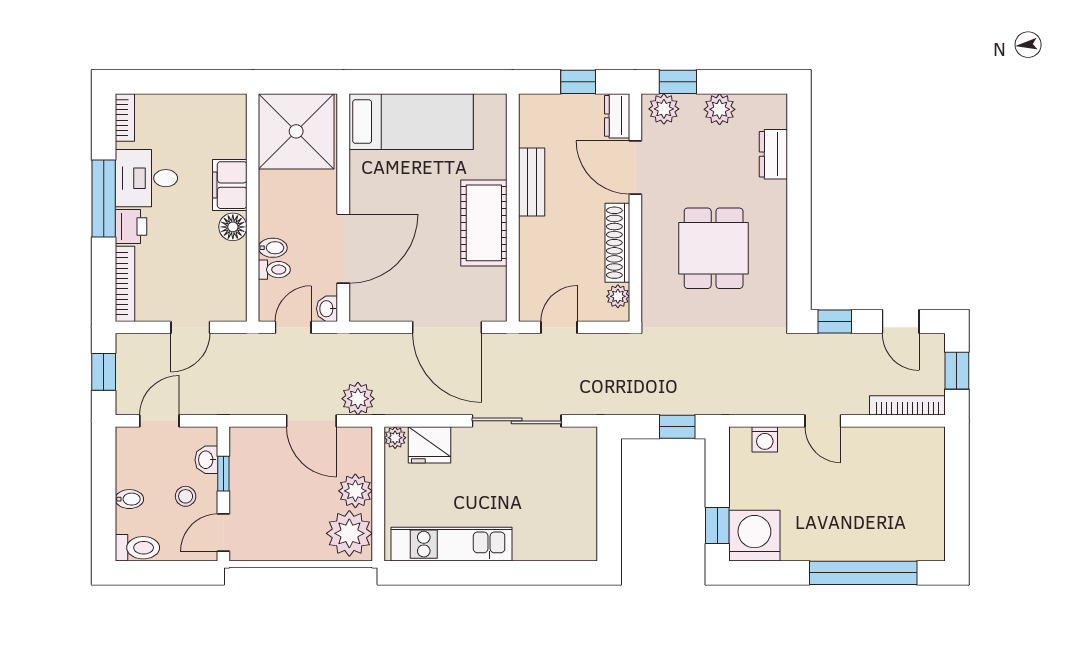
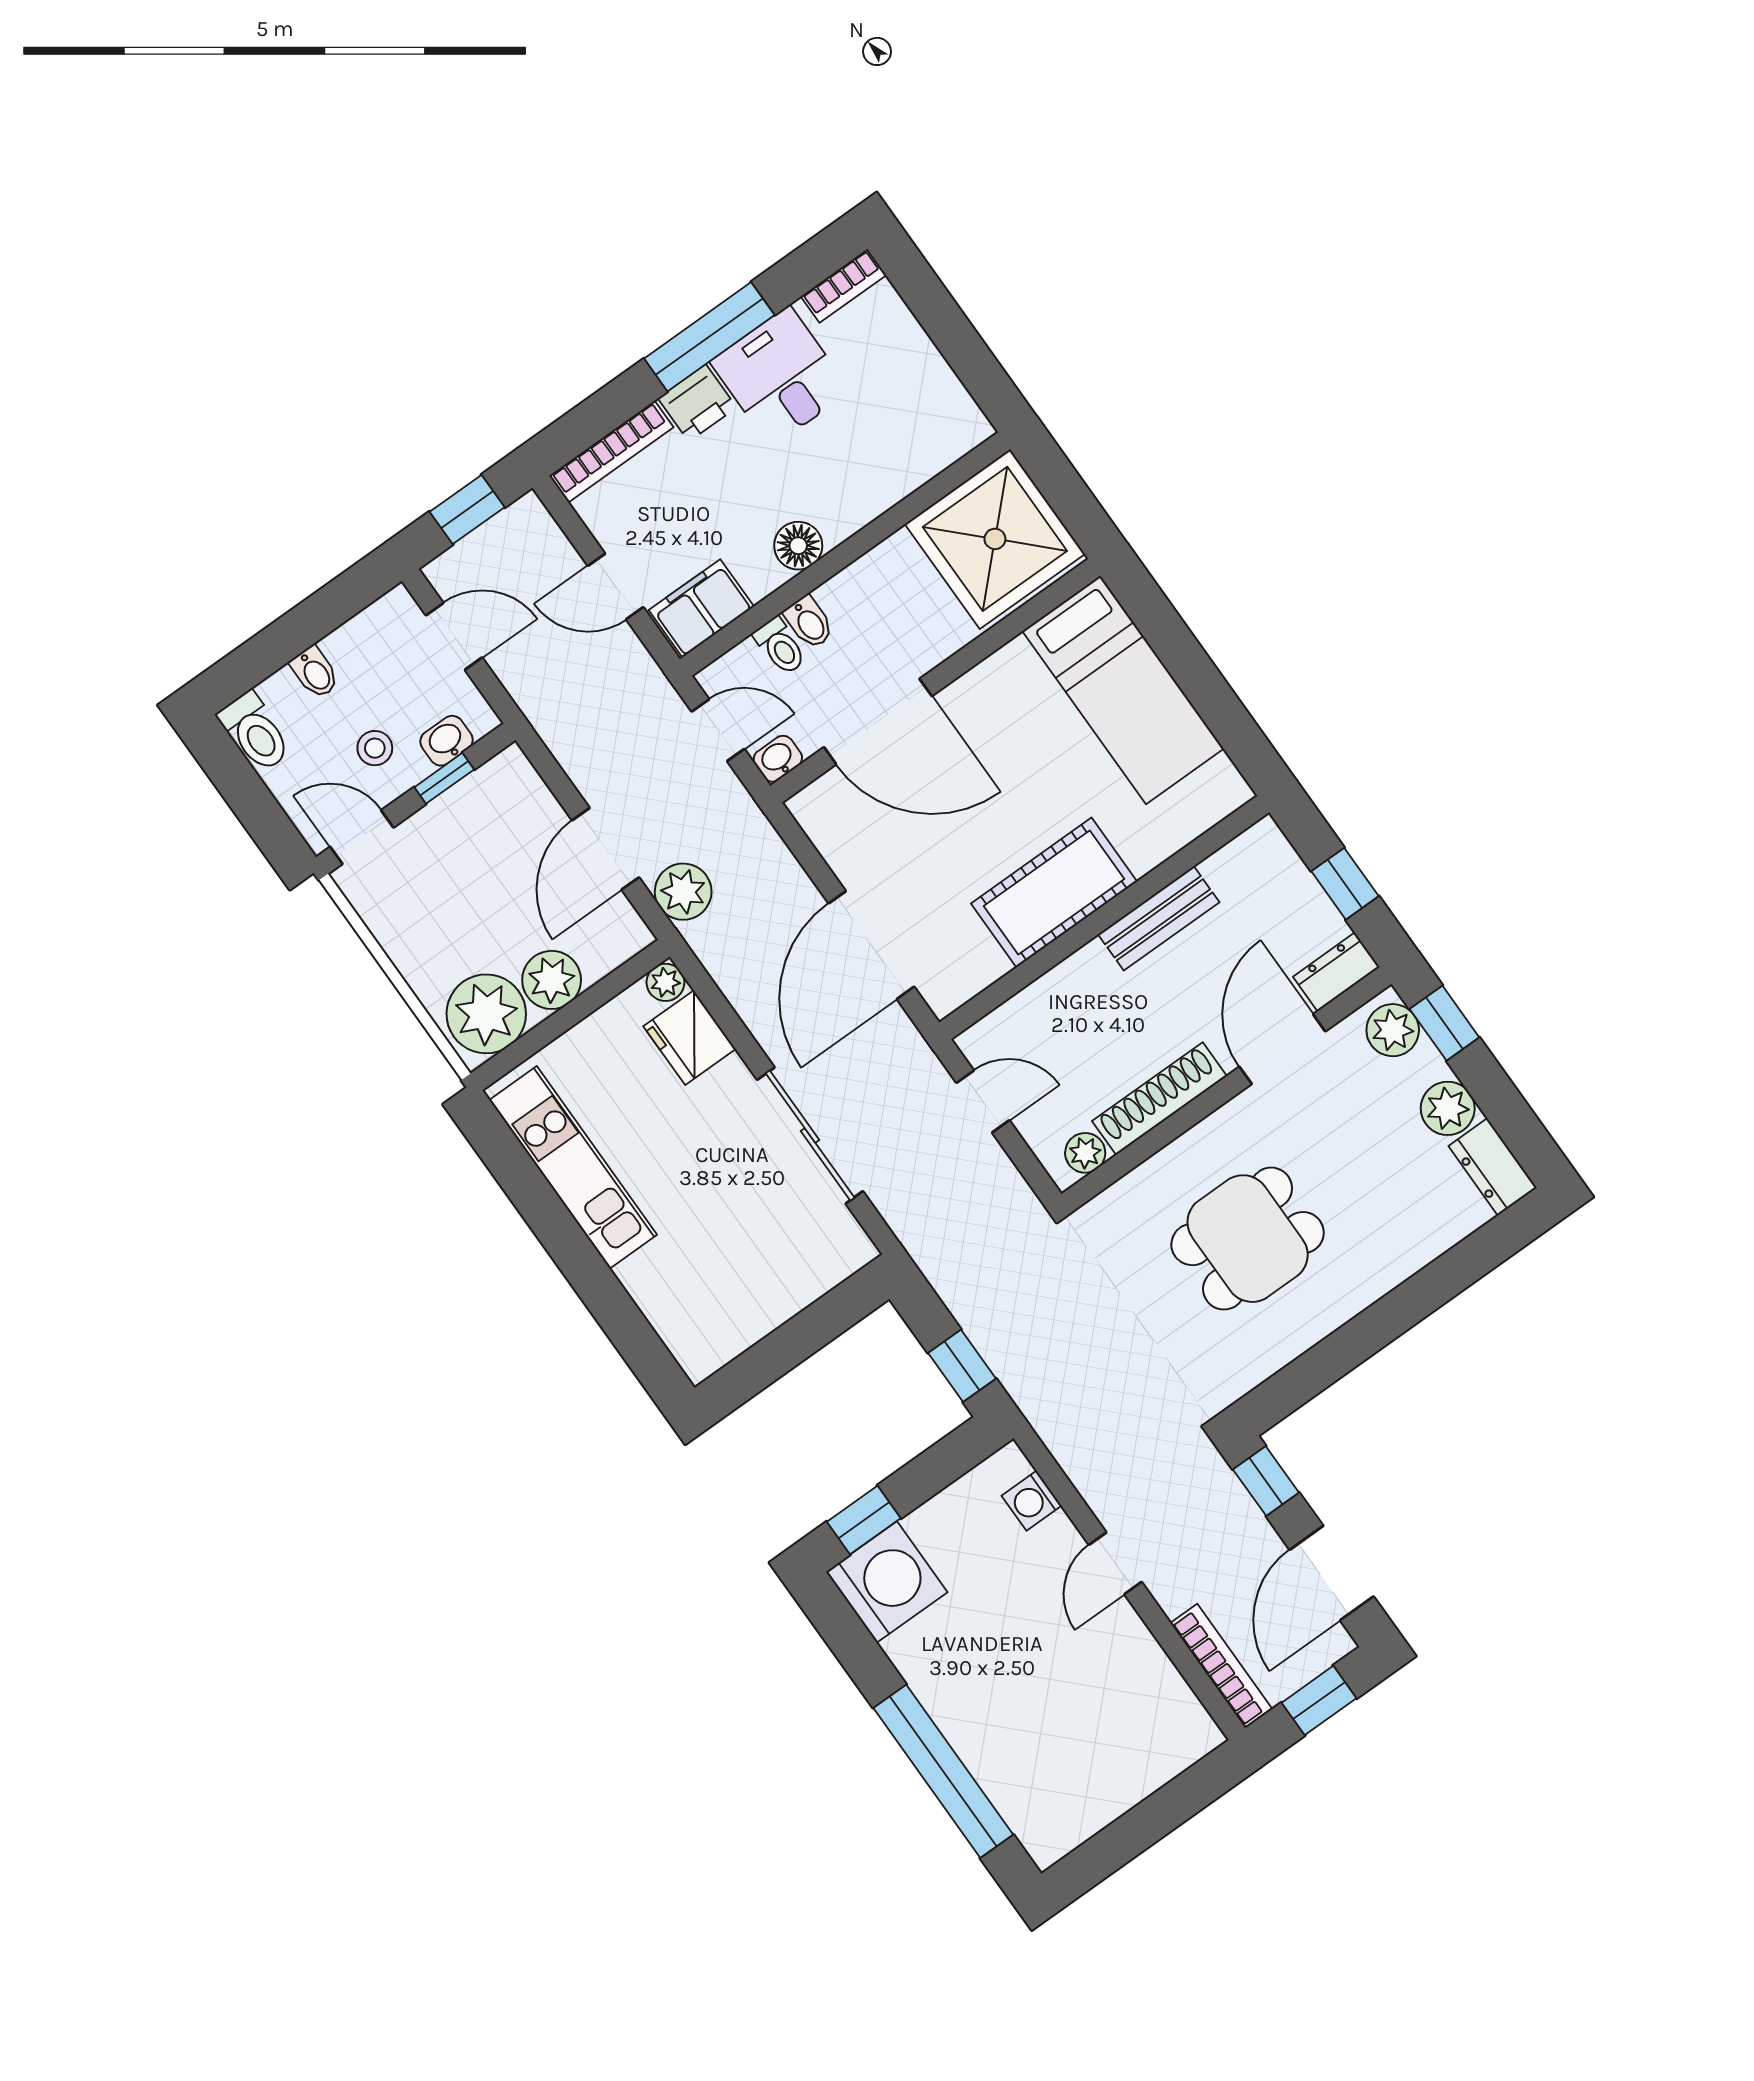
dresser: (773, 154) -> (1493, 1167), moved, turned -90
filing cabinet: (230, 185) -> (701, 608), moved
door: (901, 322) -> (1332, 1573), width x1.38

